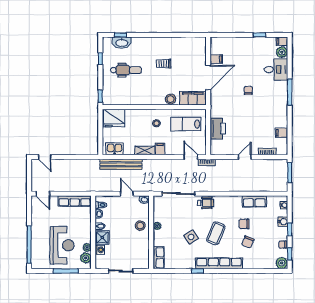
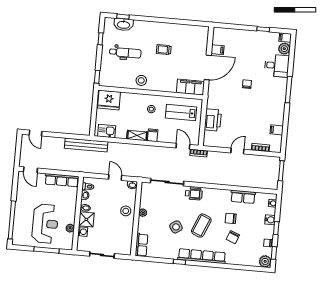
stool: (171, 99) -> (141, 80), moved
bench: (121, 164) -> (86, 145), moved
plant: (86, 258) -> (68, 239), removed

